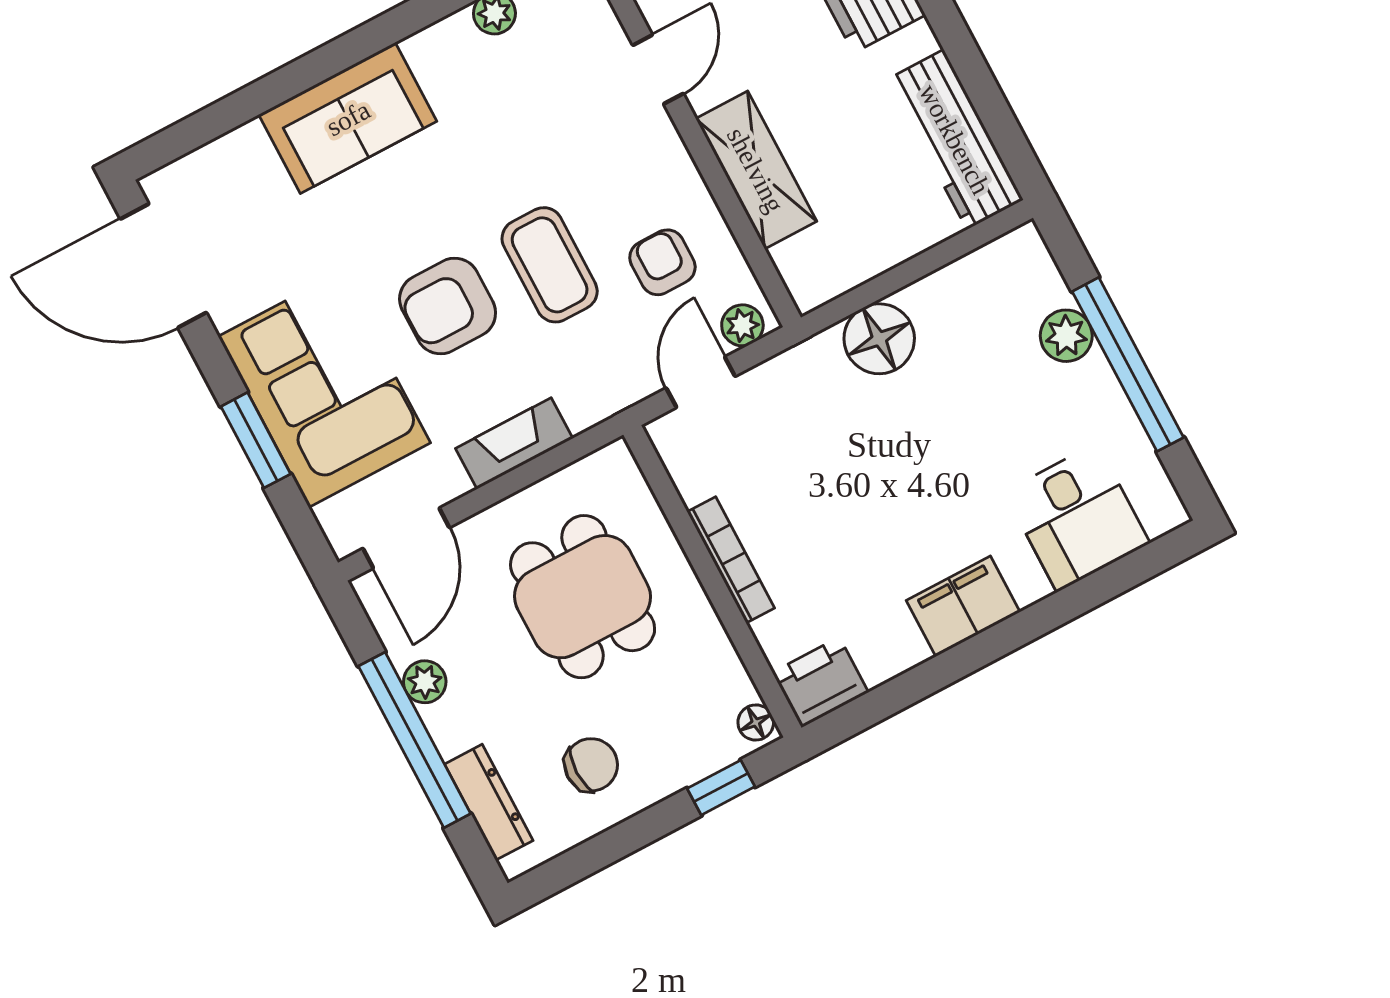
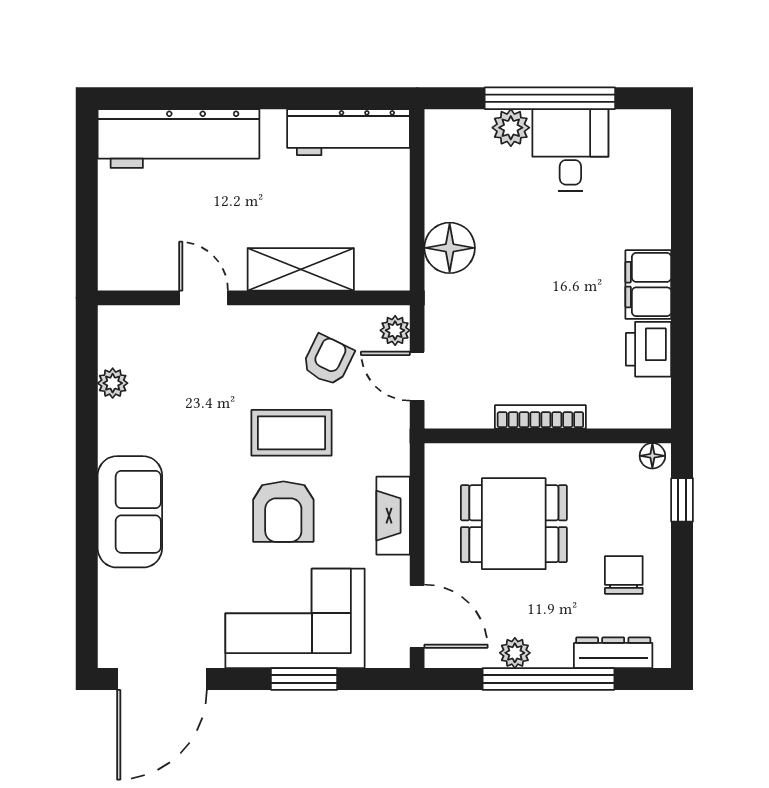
armchair: (662, 262) -> (328, 360), turned 116
desk: (1077, 517) -> (570, 150), moved, turned -90
printer: (820, 682) -> (649, 349), moved

